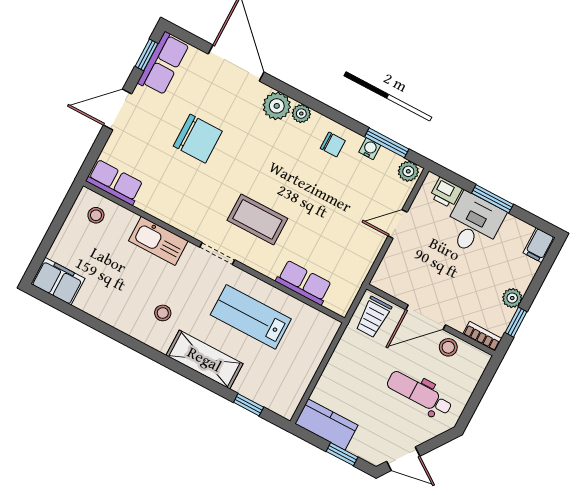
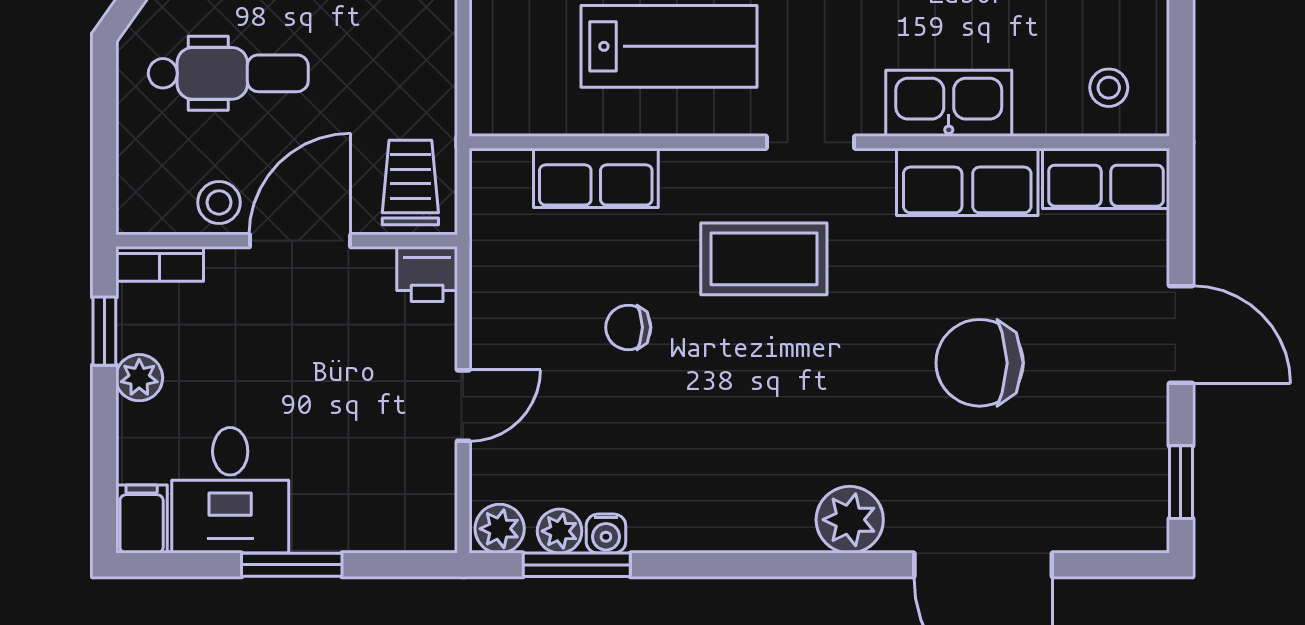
row of seats: (163, 64) -> (967, 182), moved, turned -90
door: (118, 110) -> (1181, 335), hinge flipped
plant: (301, 114) -> (560, 531), moved
chair: (333, 145) -> (628, 327), moved
printer: (446, 193) -> (427, 274), moved, turned 180
desk: (474, 224) -> (230, 490), moved

